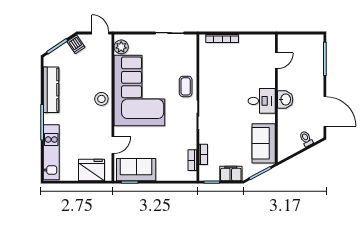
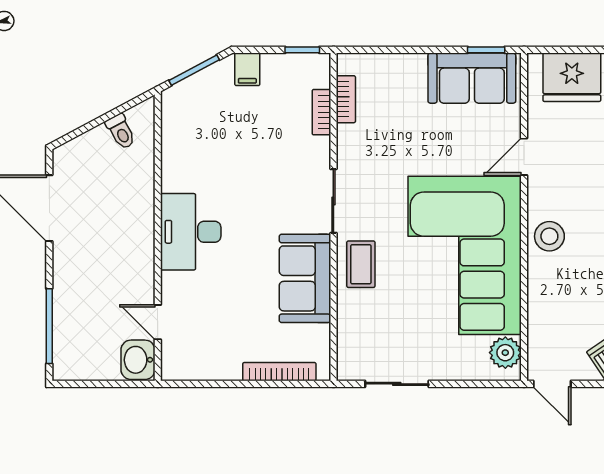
door: (276, 61) -> (158, 322), hinge flipped
washbasin: (285, 99) -> (138, 360), moved
desk: (262, 101) -> (191, 232), width x1.37
toilet: (306, 139) -> (121, 132), moved
sofa: (264, 143) -> (305, 278), moved, turned 180
door: (113, 145) -> (524, 157), moved
filing cabinet: (231, 174) -> (247, 69), width x0.50

